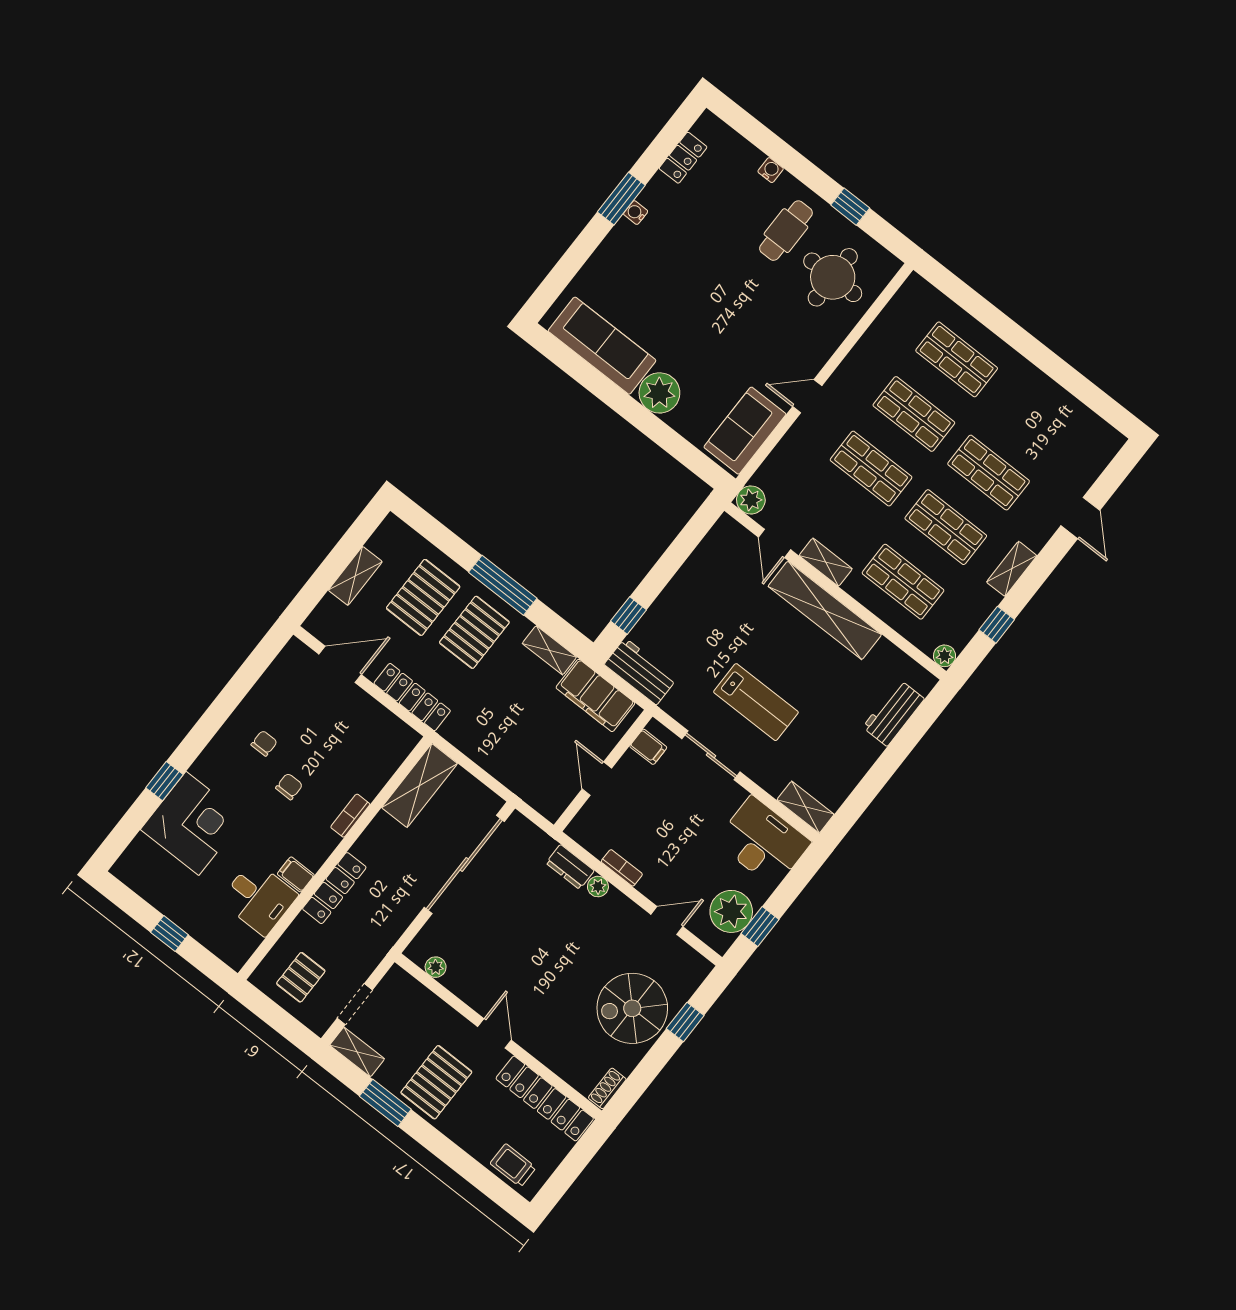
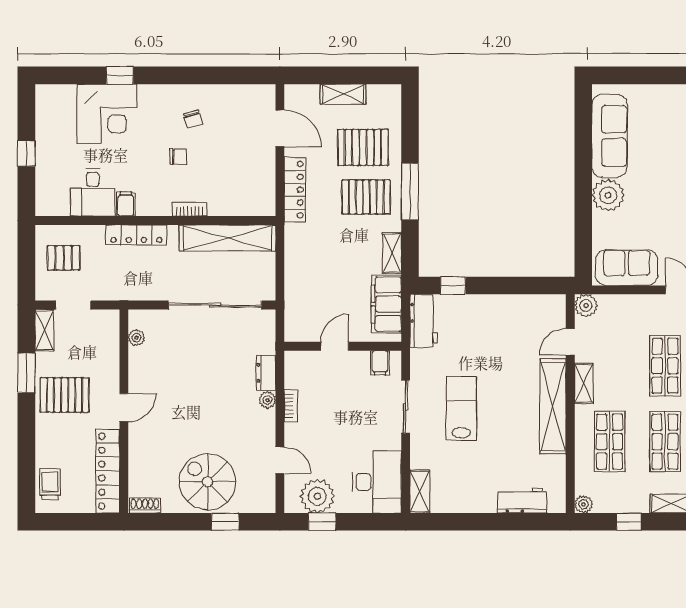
lab bench: (756, 702) -> (461, 408), turned 180
chair: (264, 743) -> (193, 119), turned 74
shelving: (420, 786) -> (227, 238), width x1.47

